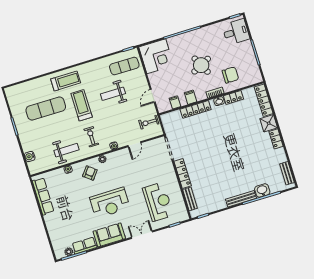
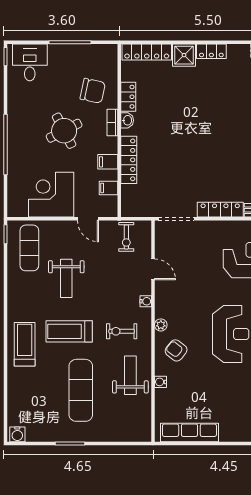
corner desk: (156, 56) -> (51, 195), moved, turned -90
chair: (230, 75) -> (93, 91), turned 102
exercise mat: (46, 108) -> (81, 390), moved
water cooler: (30, 157) -> (17, 434), moved

